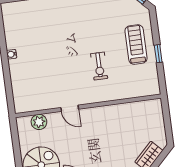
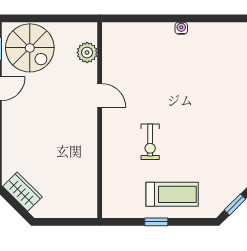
exercise bike: (99, 66) -> (150, 142), turned -90
door: (70, 108) -> (100, 95), swing flipped

